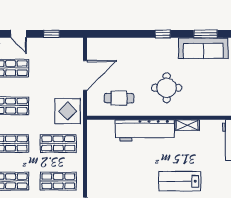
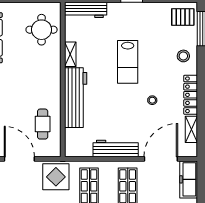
round table: (167, 88) -> (42, 30), moved
workbench: (95, 169) -> (116, 148), added

